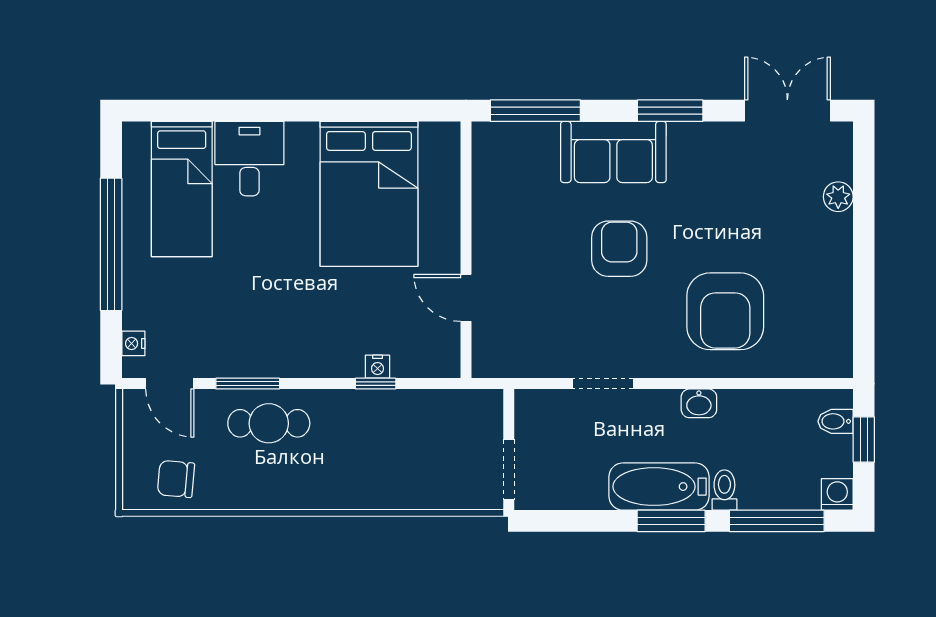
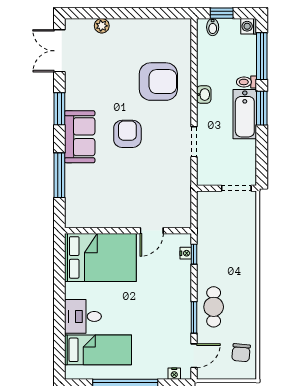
armchair: (619, 249) -> (127, 134), turned 90
wall: (466, 250) -> (128, 231), moved
door: (466, 298) -> (152, 231), moved

